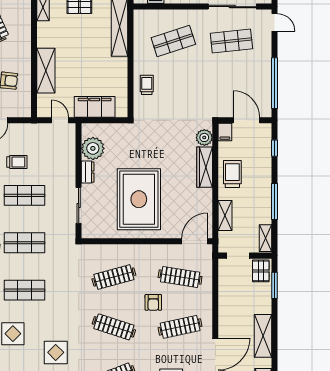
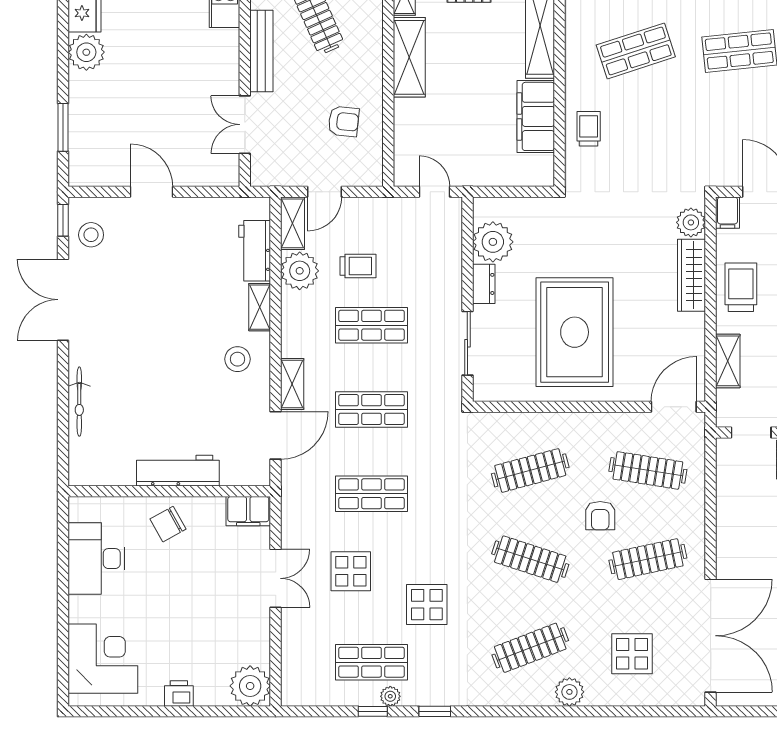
shelving: (46, 71) -> (409, 57), moved
filing cabinet: (95, 107) -> (536, 116), moved, turned -90

